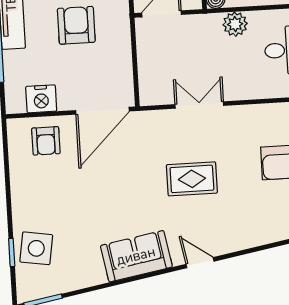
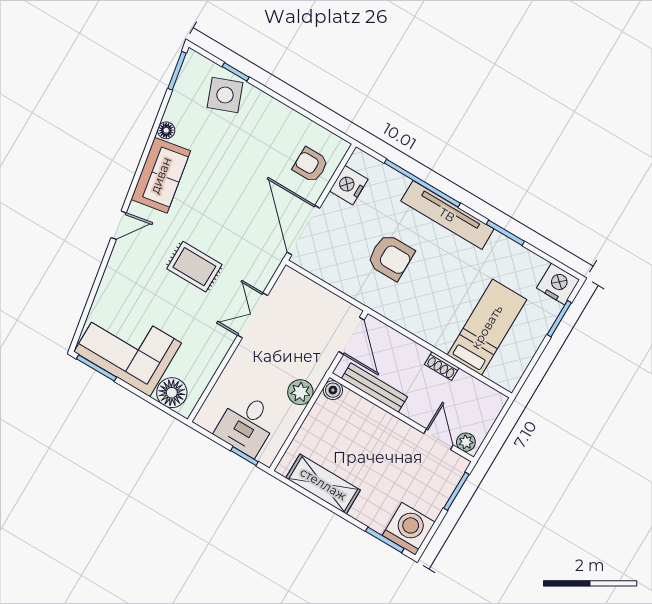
double door: (199, 105) -> (253, 315), swing flipped
rug: (192, 179) -> (194, 267), turned 90
side table: (36, 248) -> (225, 95), turned -30
floor lamp: (97, 277) -> (166, 130), added

